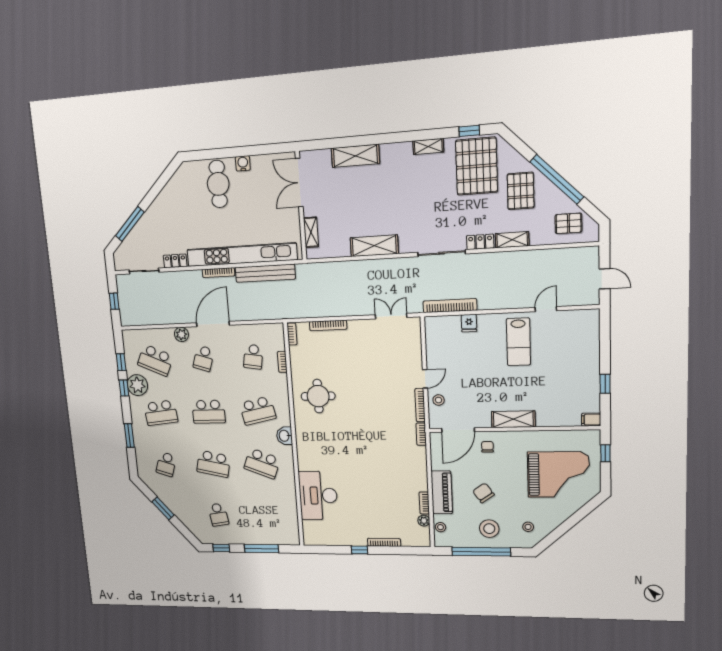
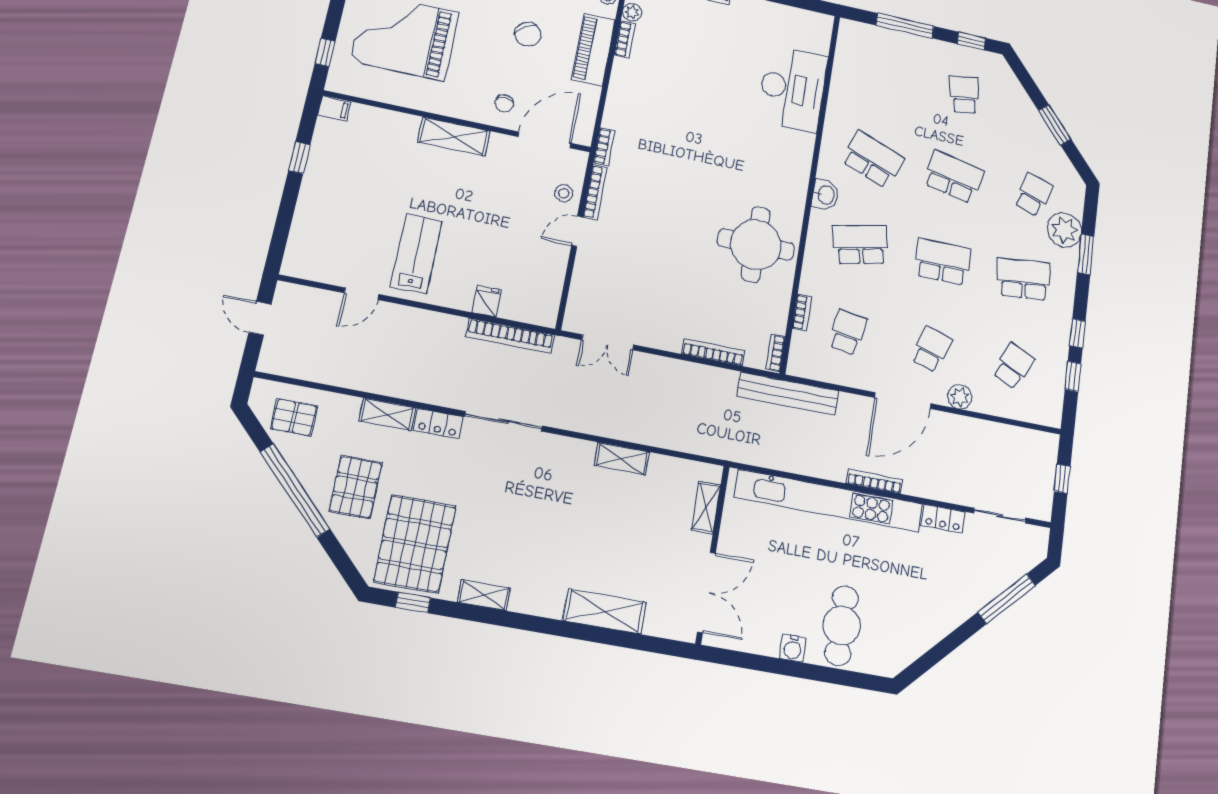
shelving: (374, 246) -> (622, 459), width x0.67, depth x0.75
bench: (265, 273) -> (788, 394), moved
school desk: (155, 360) -> (1014, 366), width x0.54
plant: (137, 385) -> (1064, 230), moved
round table: (318, 396) -> (756, 244), width x1.36, depth x1.36

